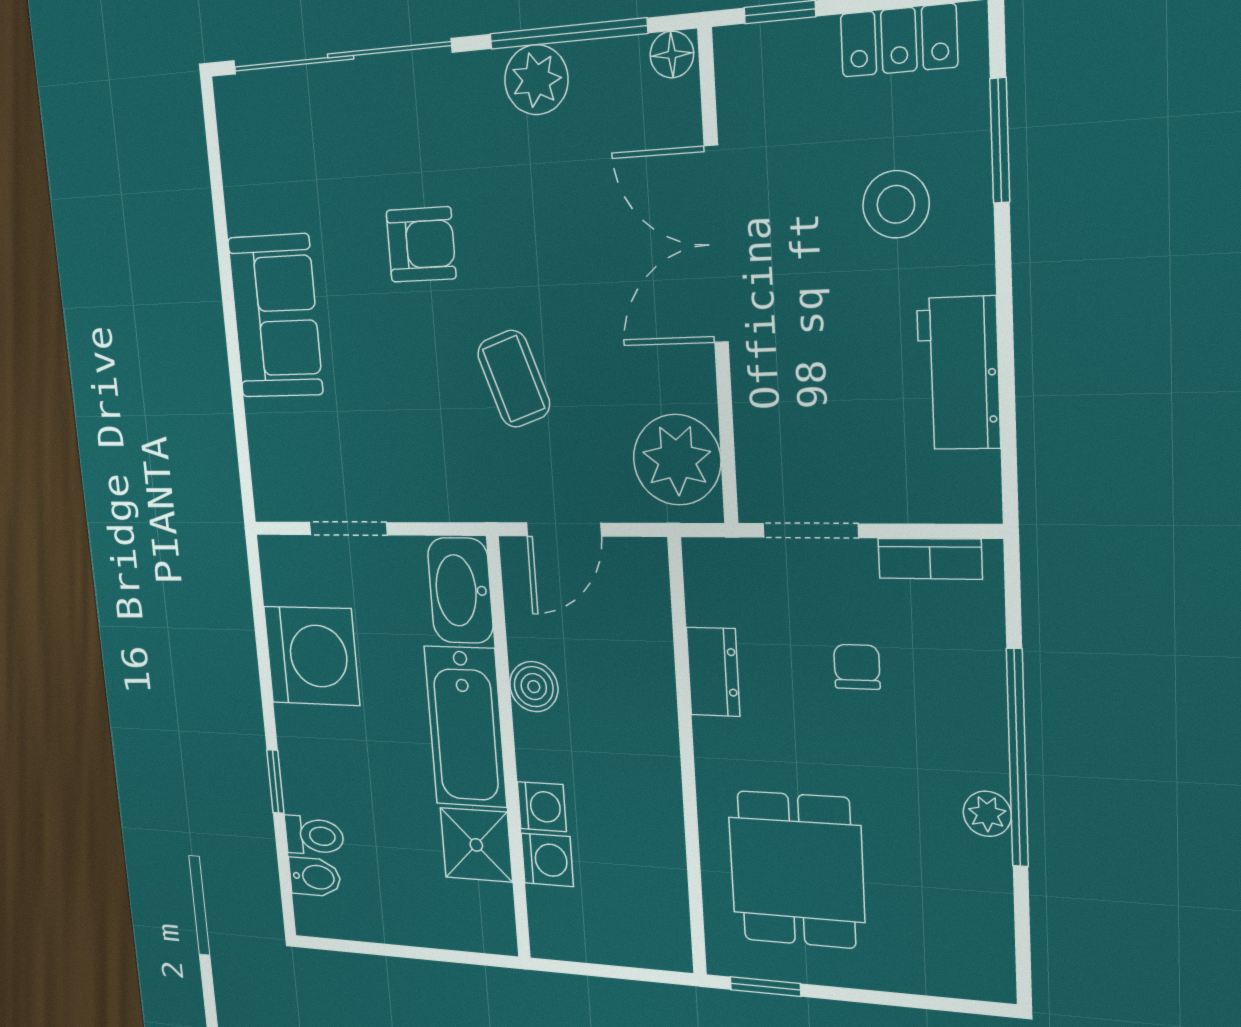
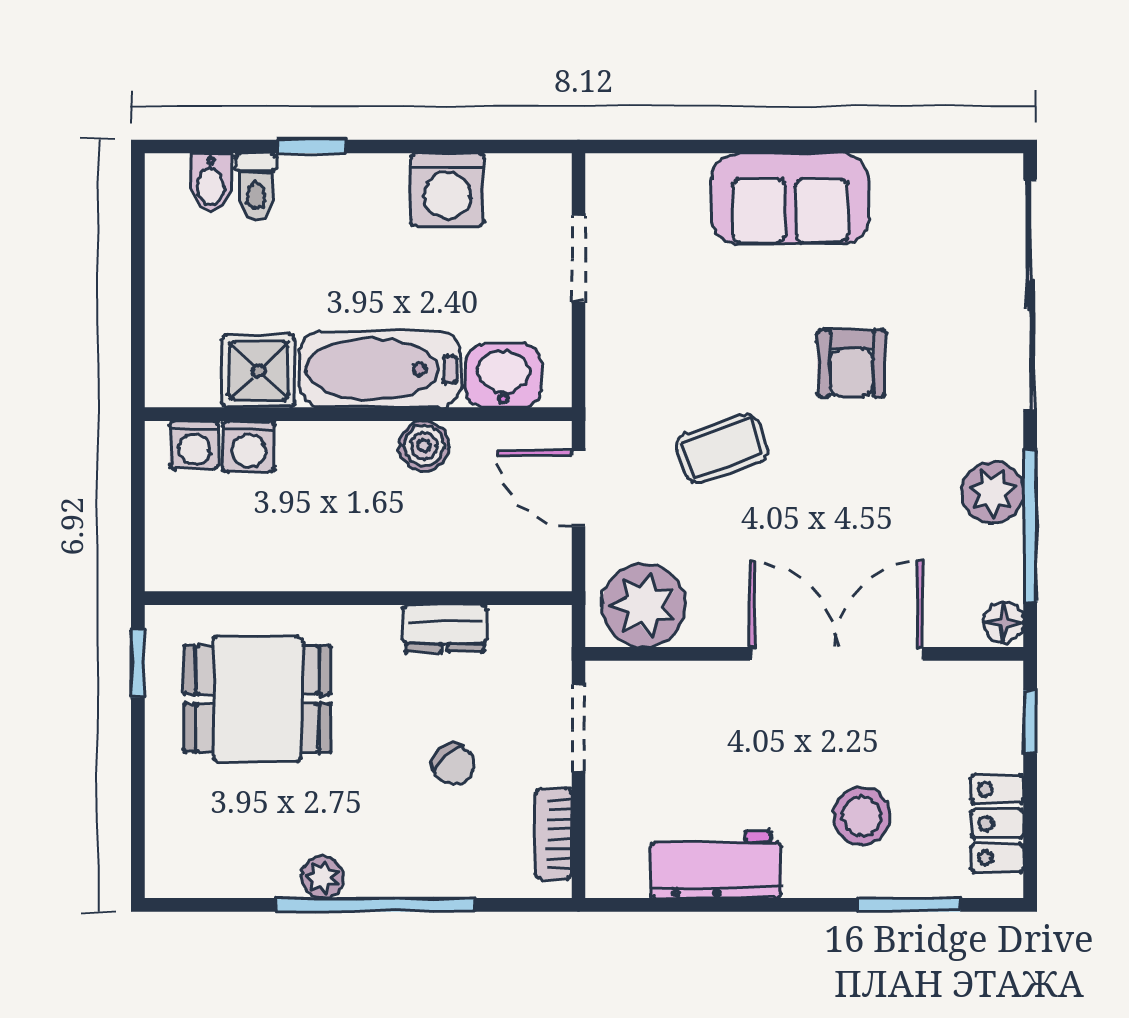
washbasin: (460, 590) -> (503, 376), width x0.72
washing machine: (312, 656) -> (447, 190), width x0.73, depth x0.73
chair: (857, 667) -> (454, 765), turned 48
washing machine: (542, 807) -> (194, 445), moved

